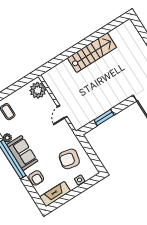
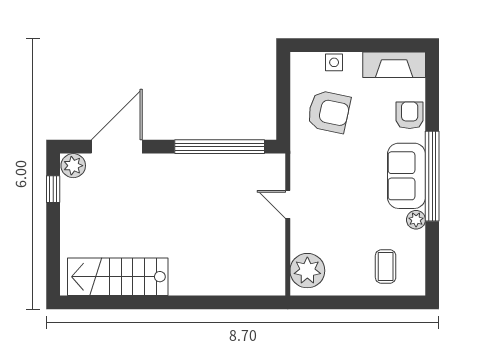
stairs: (92, 53) -> (118, 277), moved
door: (62, 112) -> (288, 204), swing flipped
window: (104, 118) -> (220, 147), width x2.11

